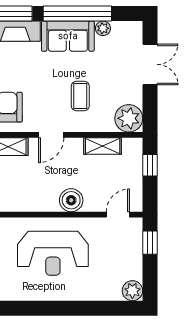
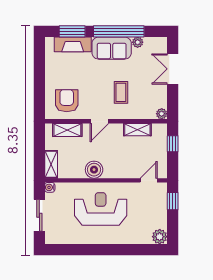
double door: (150, 64) -> (173, 69), swing flipped
plant: (129, 118) -> (162, 114), width x0.53, depth x0.53
boiler: (71, 200) -> (94, 170), moved
reception desk: (53, 253) -> (101, 209), turned 180

